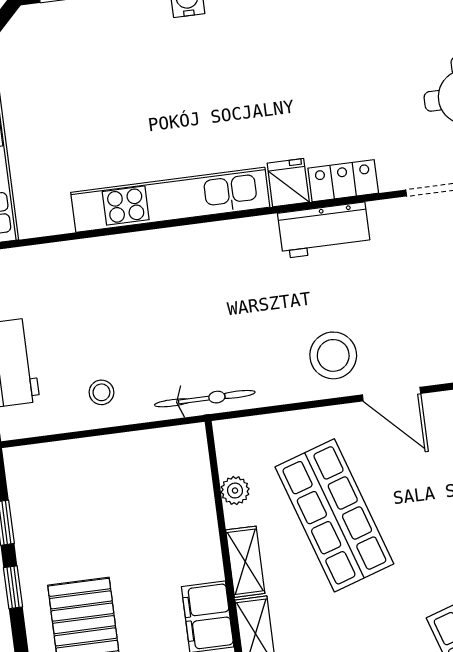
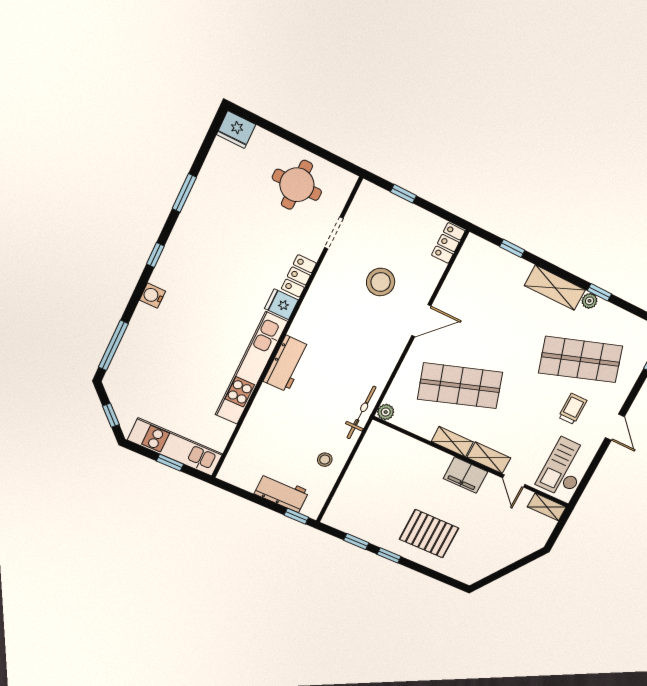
workbench: (324, 230) -> (287, 364), moved
stool: (333, 355) -> (381, 282), moved
plant: (235, 491) -> (386, 412), moved

